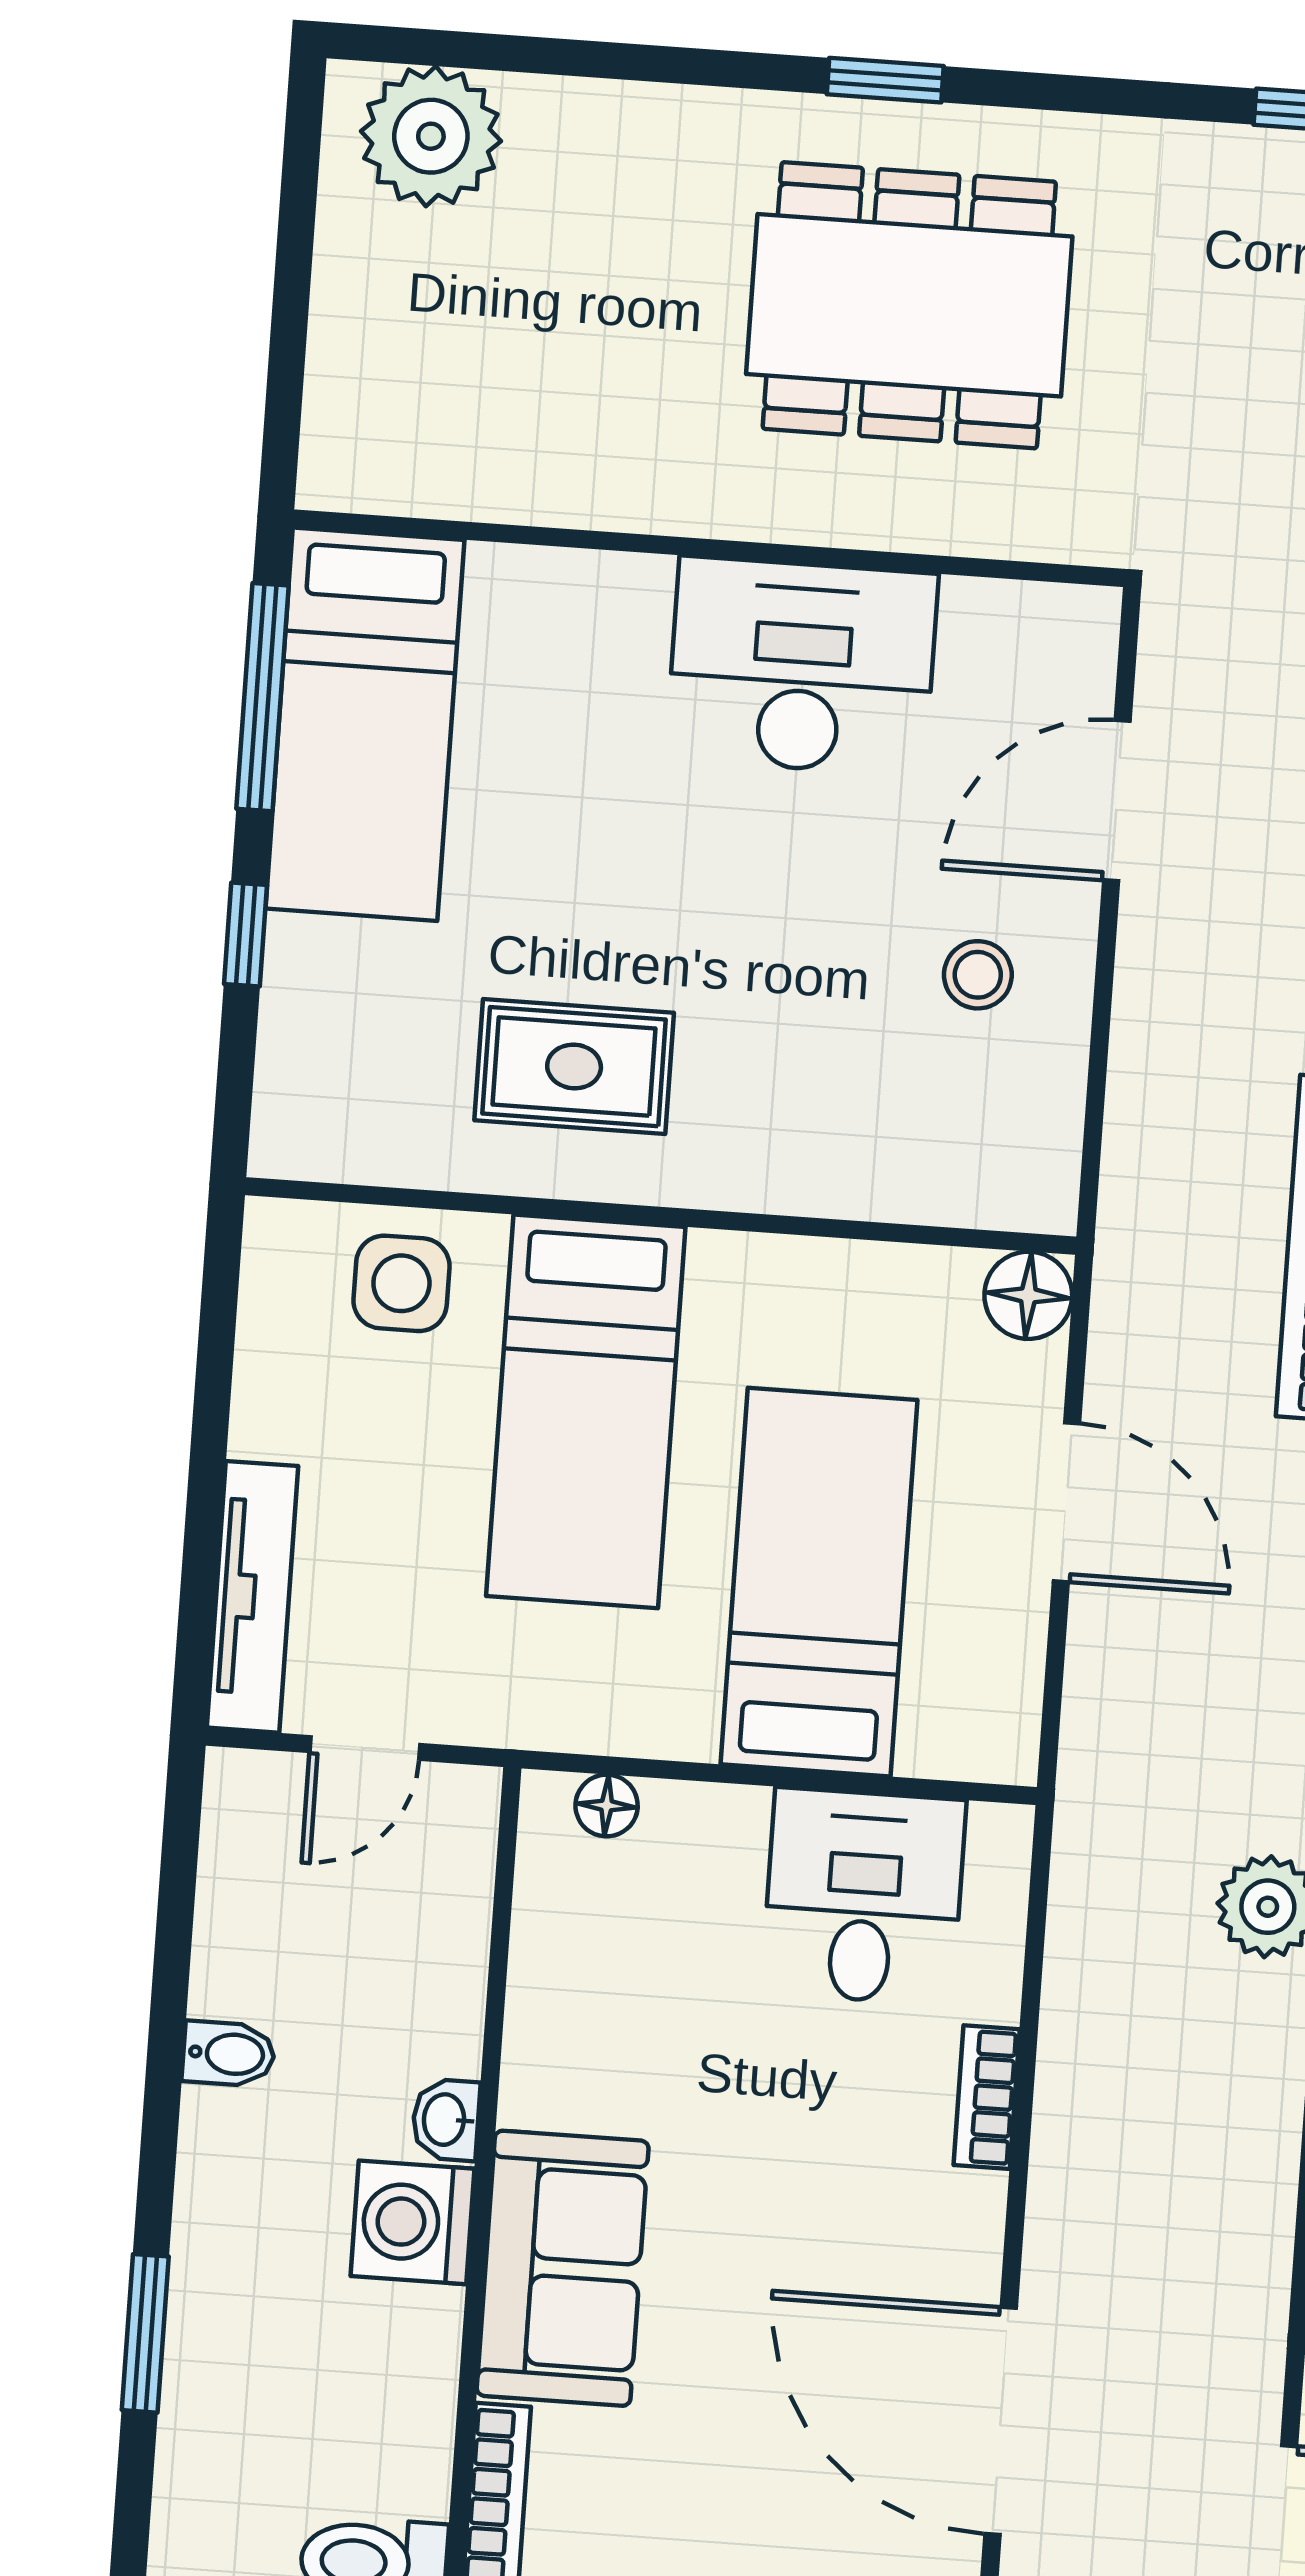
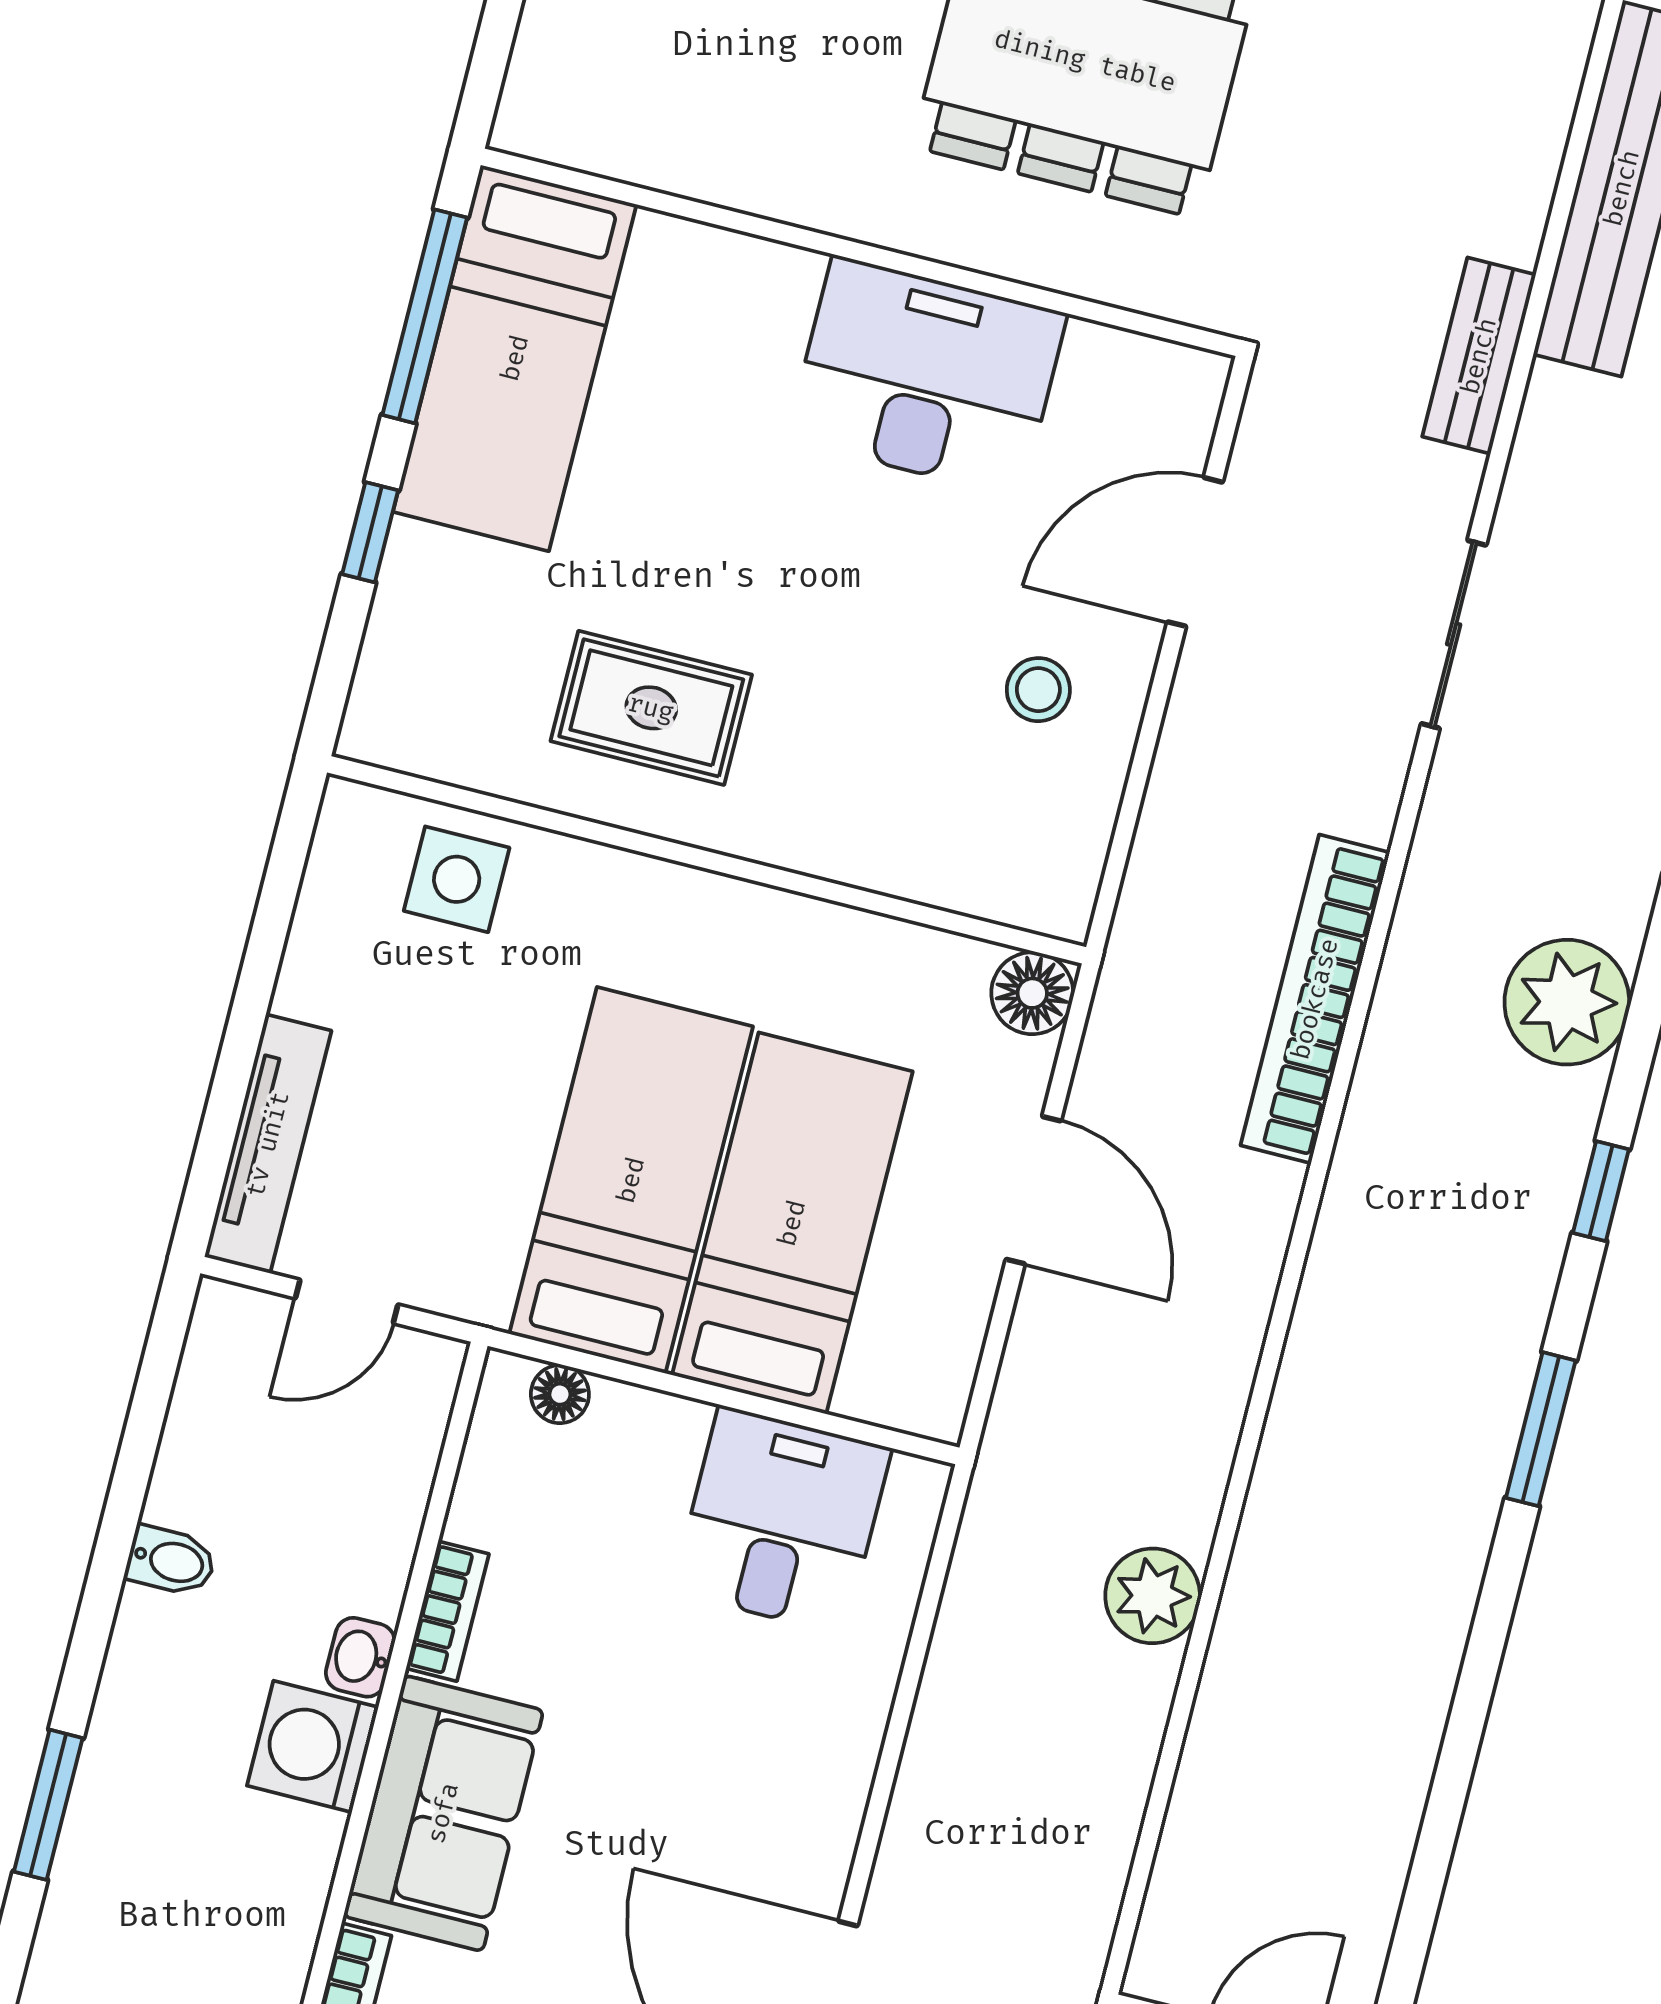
bed: (586, 1411) -> (631, 1180), moved, turned 180
bookcase: (987, 2097) -> (447, 1611), moved, turned 180

